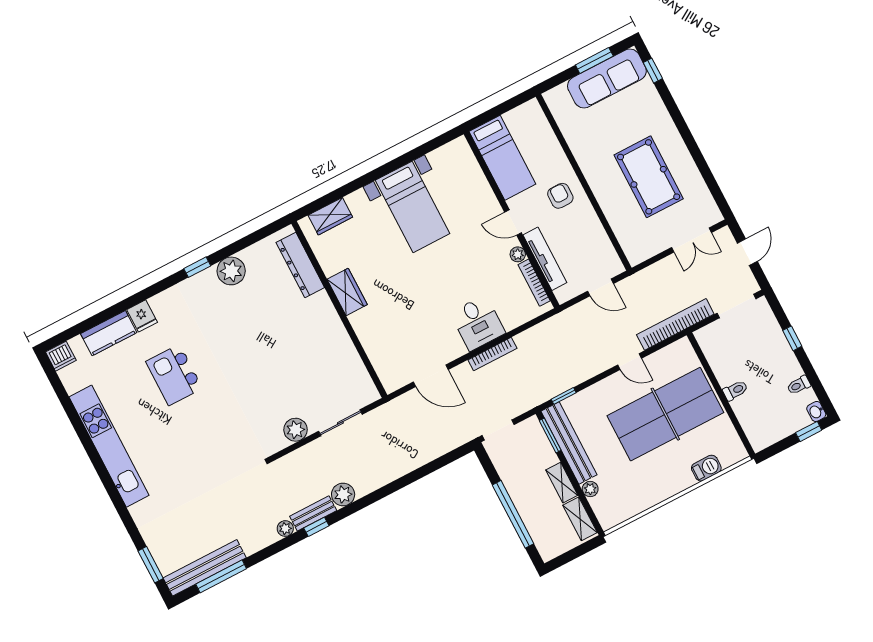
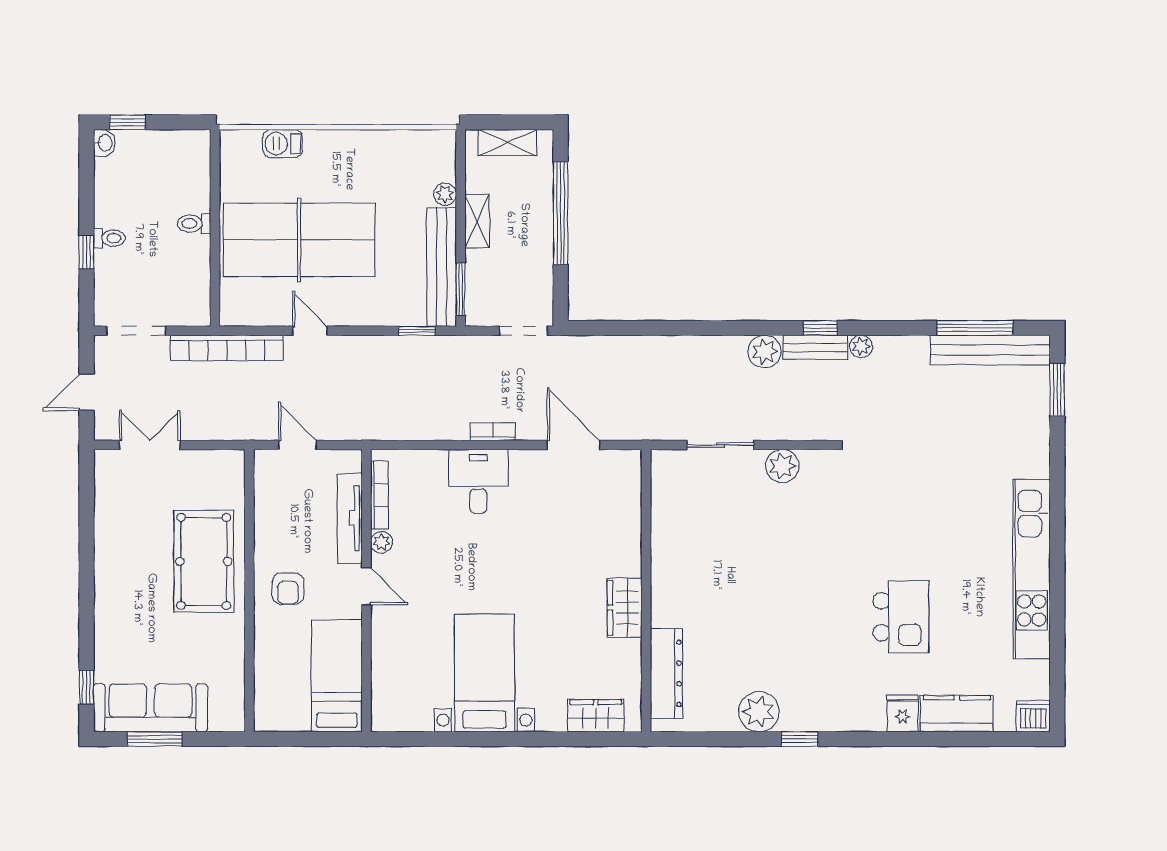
pool table: (649, 177) -> (204, 561), moved
bookcase: (492, 354) -> (493, 432), width x0.64
toilet: (799, 385) -> (109, 238), moved
shelving: (580, 519) -> (507, 143), moved, turned 90

